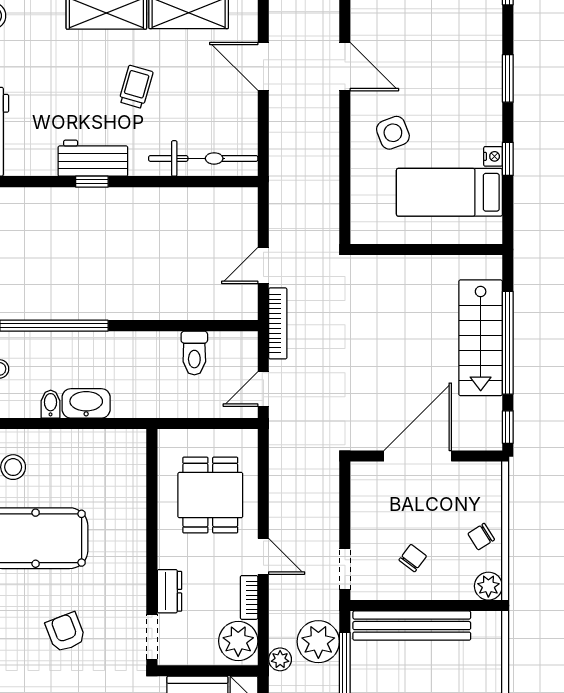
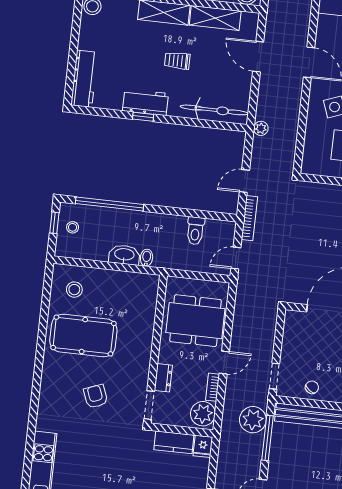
trolley: (136, 87) -> (177, 61), turned -106
bidet: (51, 404) -> (147, 258), moved
dining table: (210, 495) -> (195, 321), width x1.37
door: (263, 556) -> (224, 363), hinge flipped
chair: (413, 558) -> (312, 387), moved
plant: (280, 659) -> (261, 128), moved

